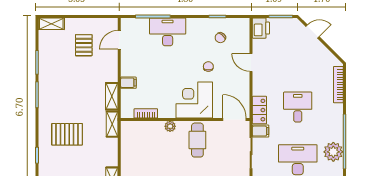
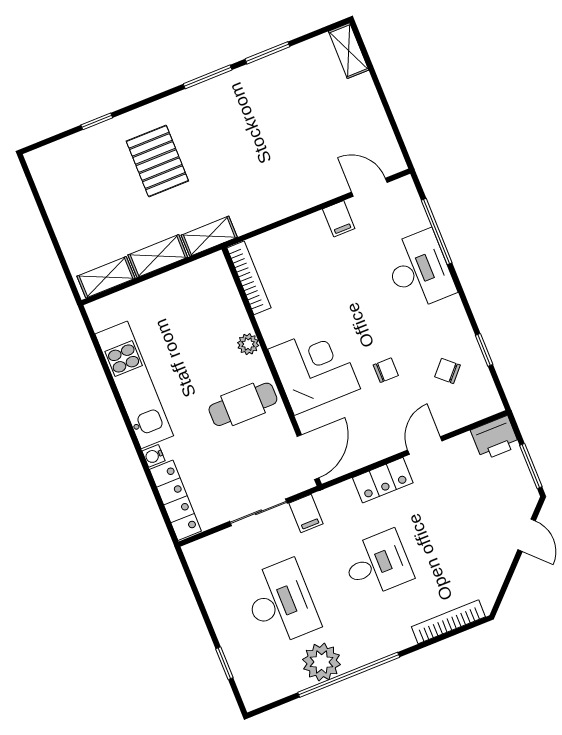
pallet: (84, 45) -> (333, 126), removed
filing cabinet: (128, 83) -> (339, 219), moved
shelving: (112, 96) -> (158, 256), moved
locker: (259, 110) -> (383, 480), moved
bookcase: (146, 113) -> (249, 278), width x1.56

